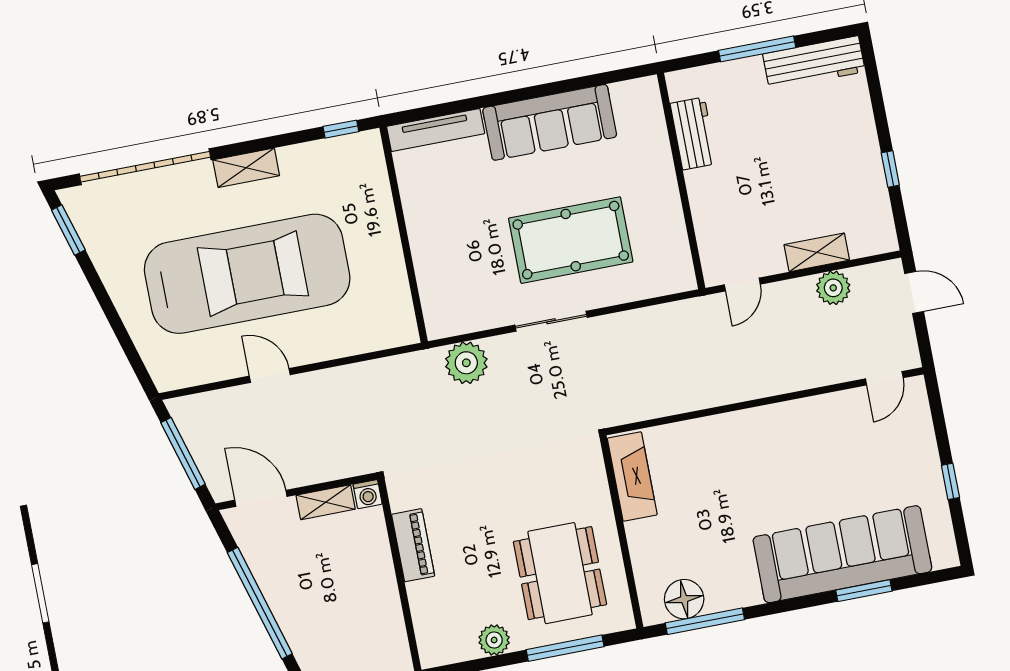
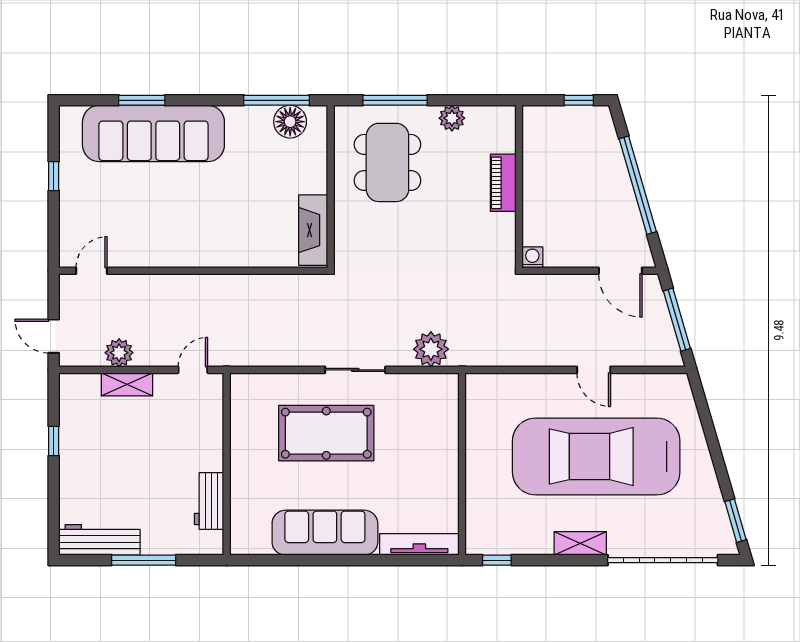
shelving: (326, 502) -> (568, 257), removed
piano: (413, 545) -> (503, 183), moved

